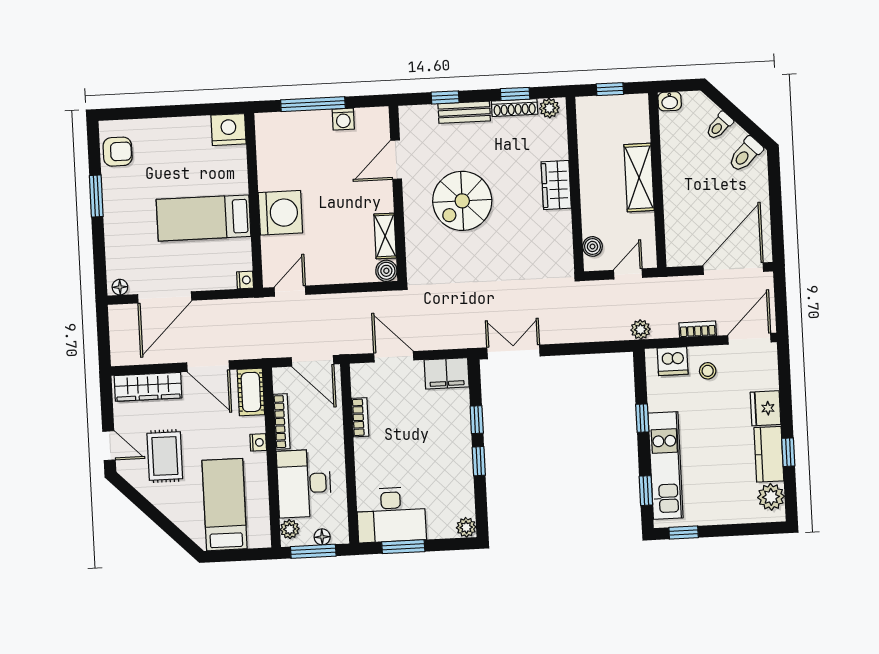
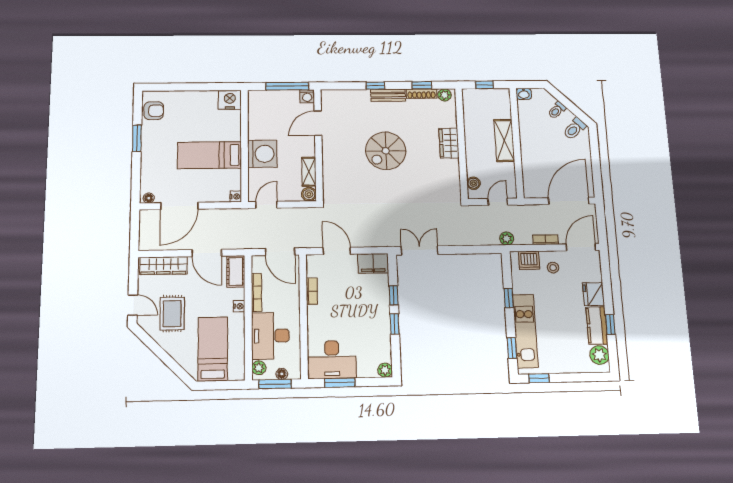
door: (396, 160) -> (318, 123), moved
wall: (398, 193) -> (318, 145), moved
shelving: (385, 236) -> (309, 172), moved
boiler: (386, 271) -> (309, 194), moved

